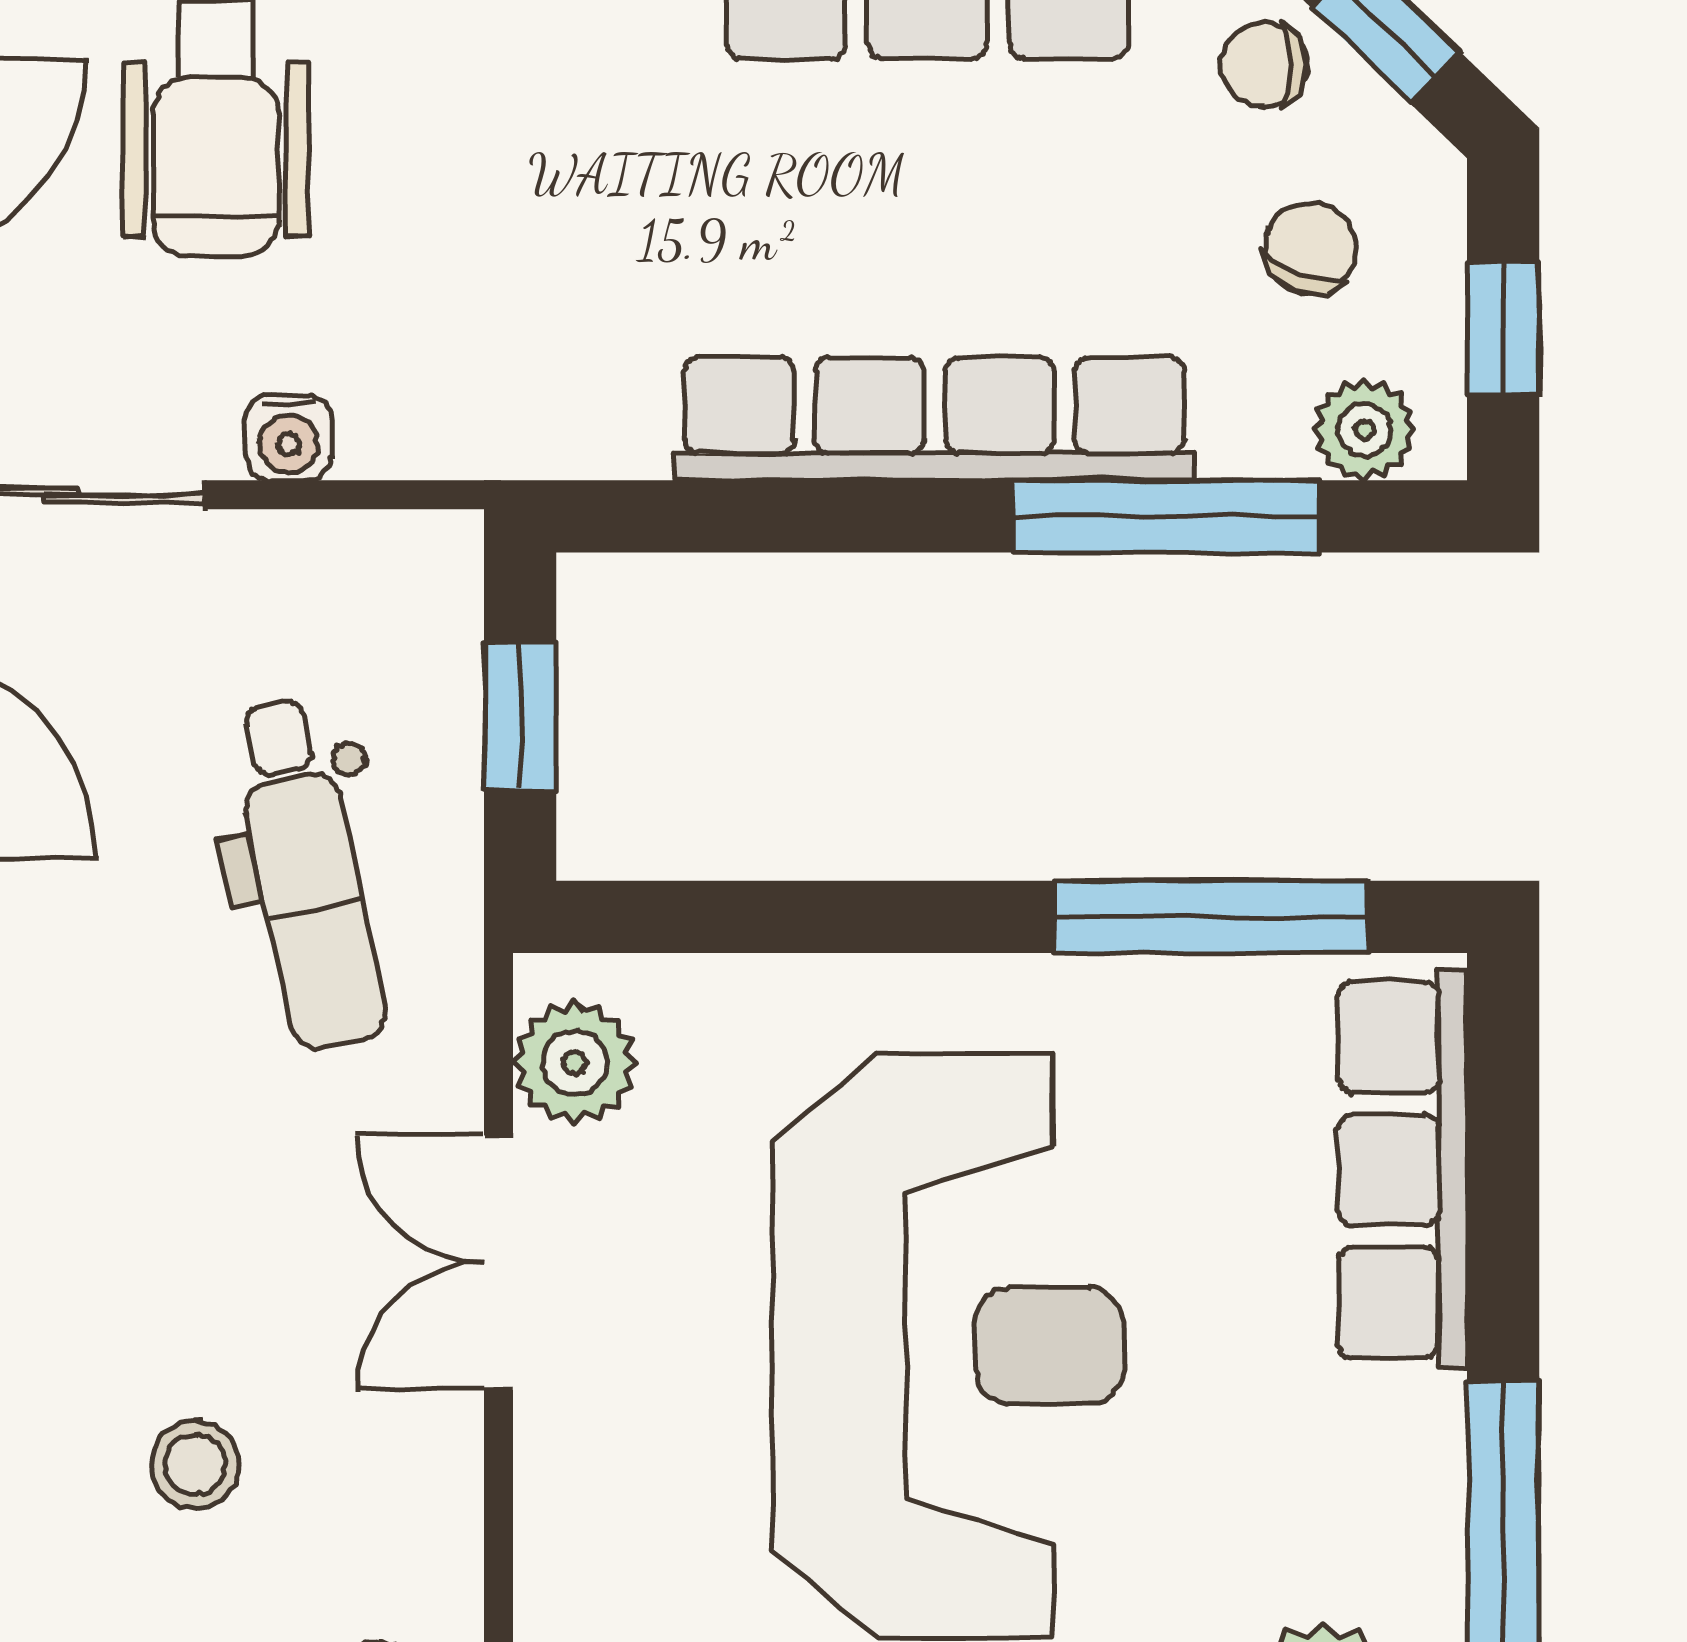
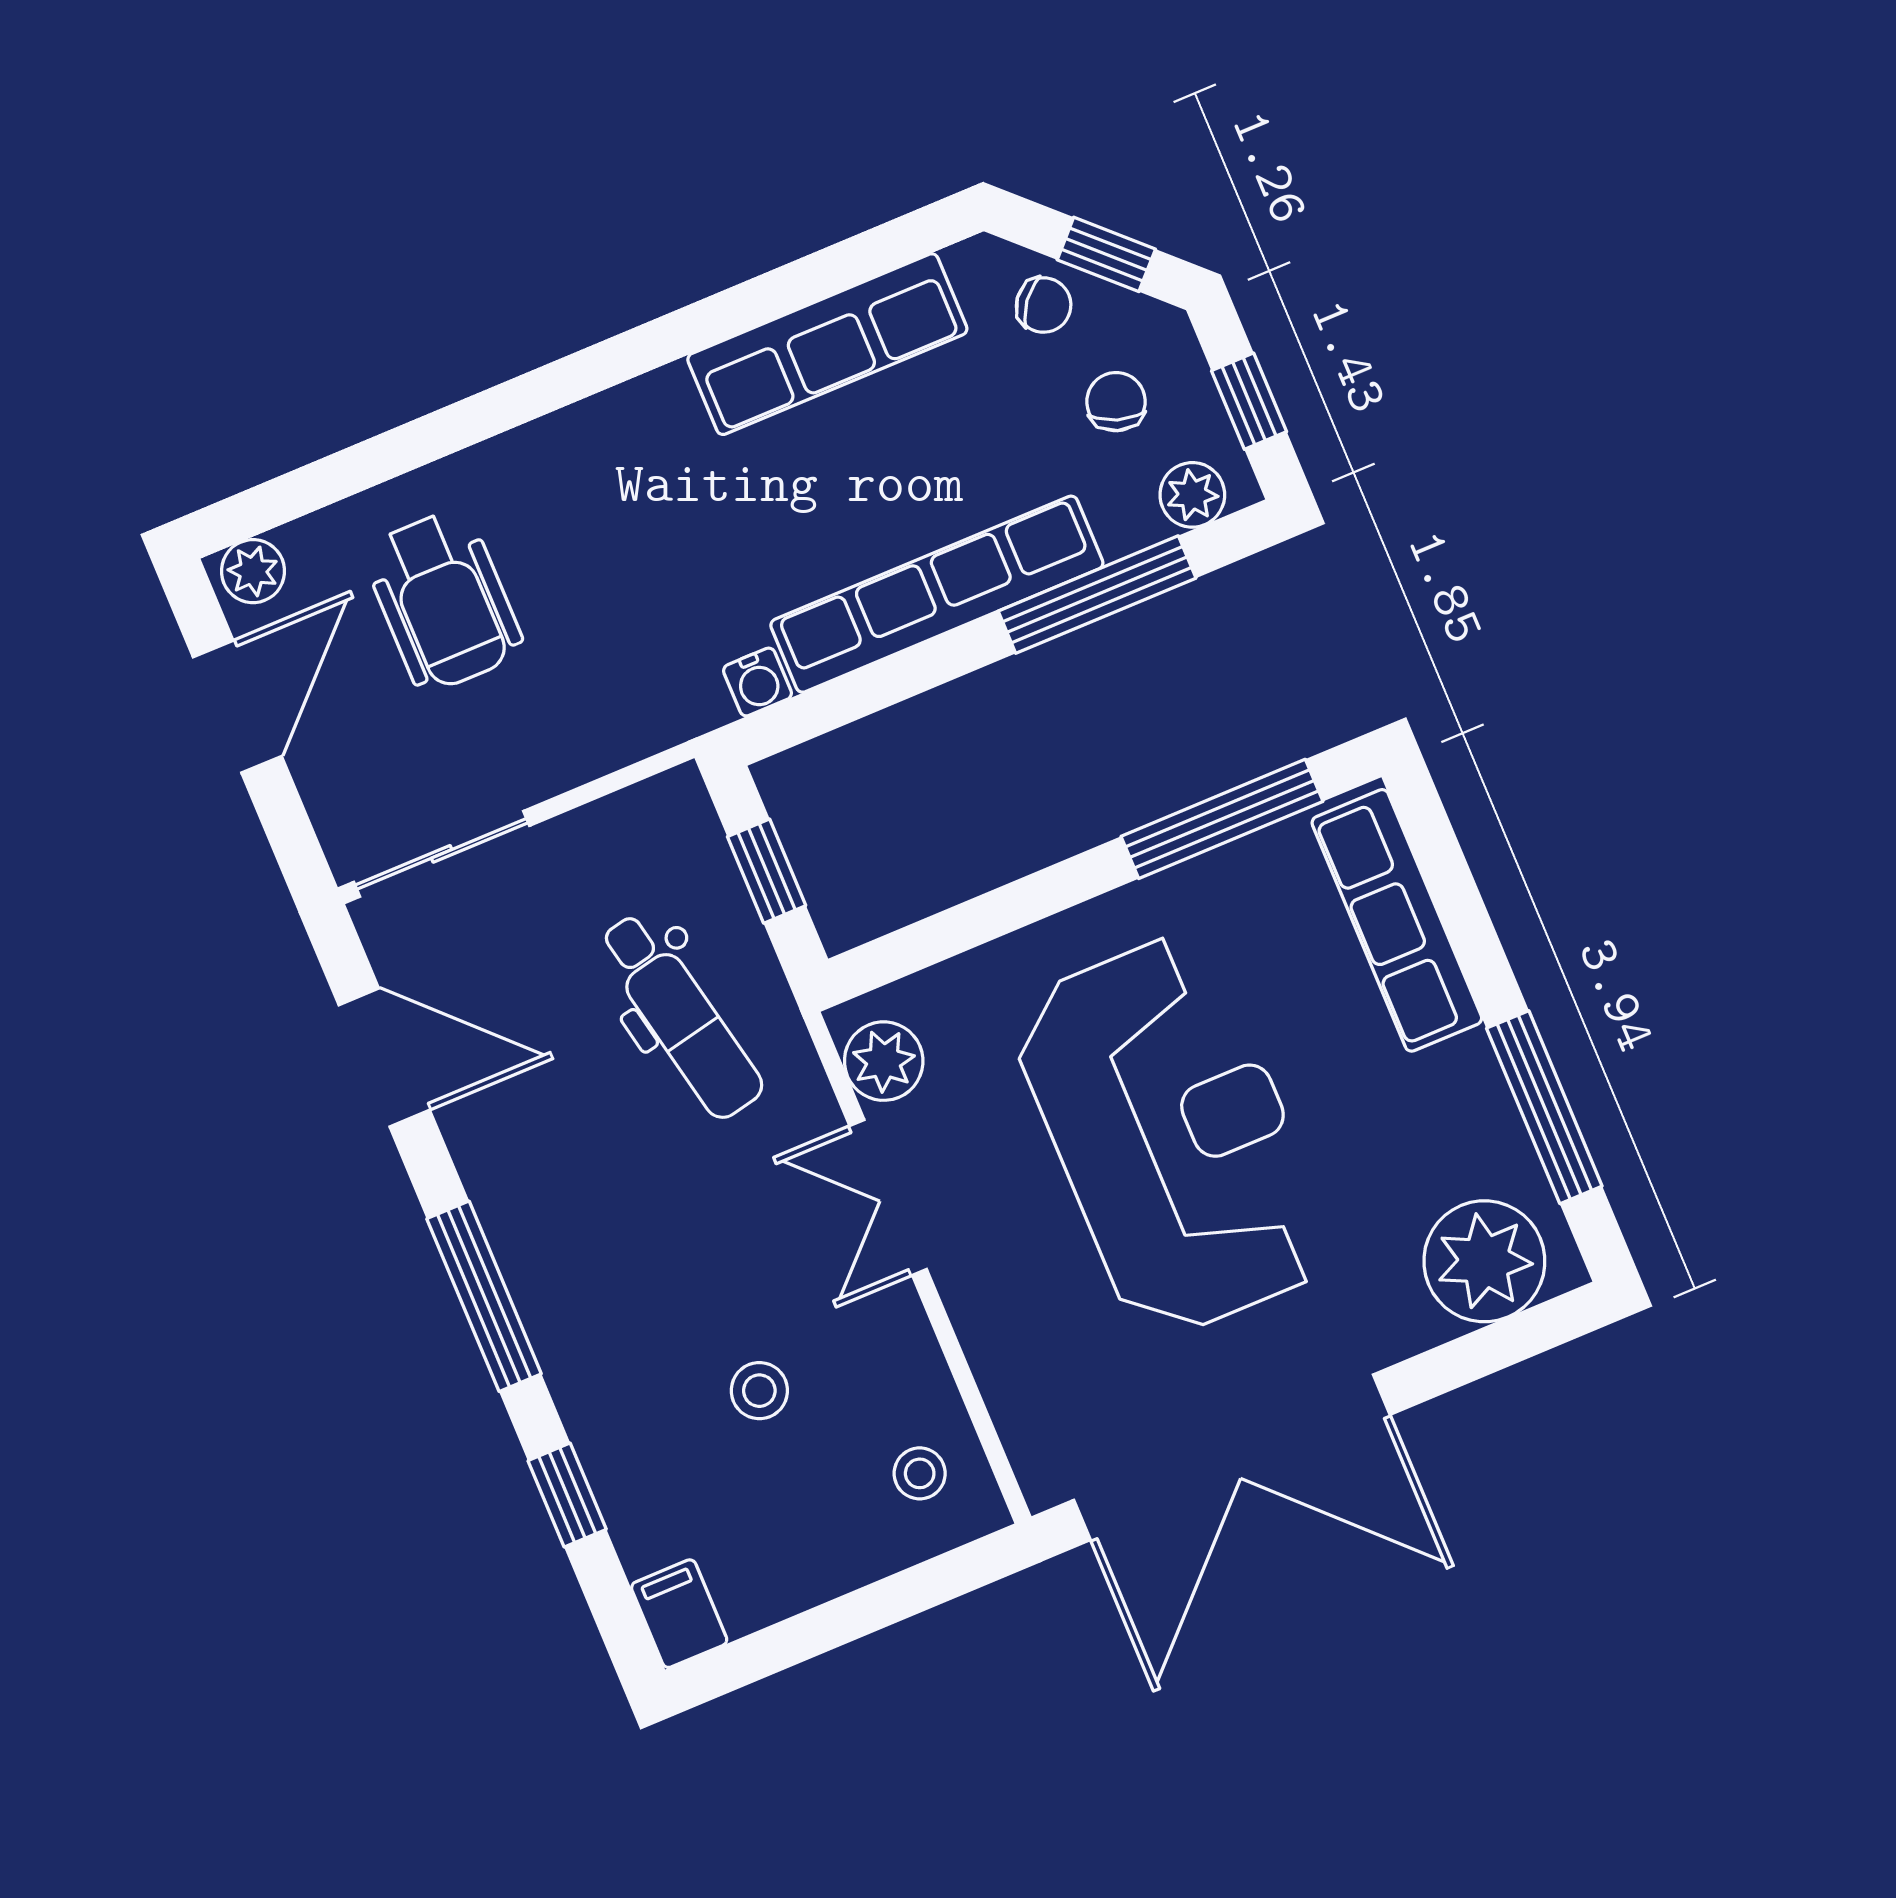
chair: (1264, 65) -> (1044, 305), turned -142
water cooler: (289, 437) -> (758, 682), moved

